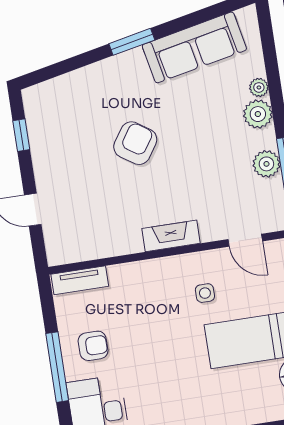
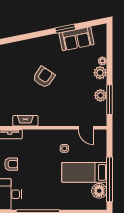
window: (132, 42) -> (65, 29), moved
sofa: (194, 47) -> (77, 39), width x0.73
fireplace: (171, 236) -> (25, 121), moved

